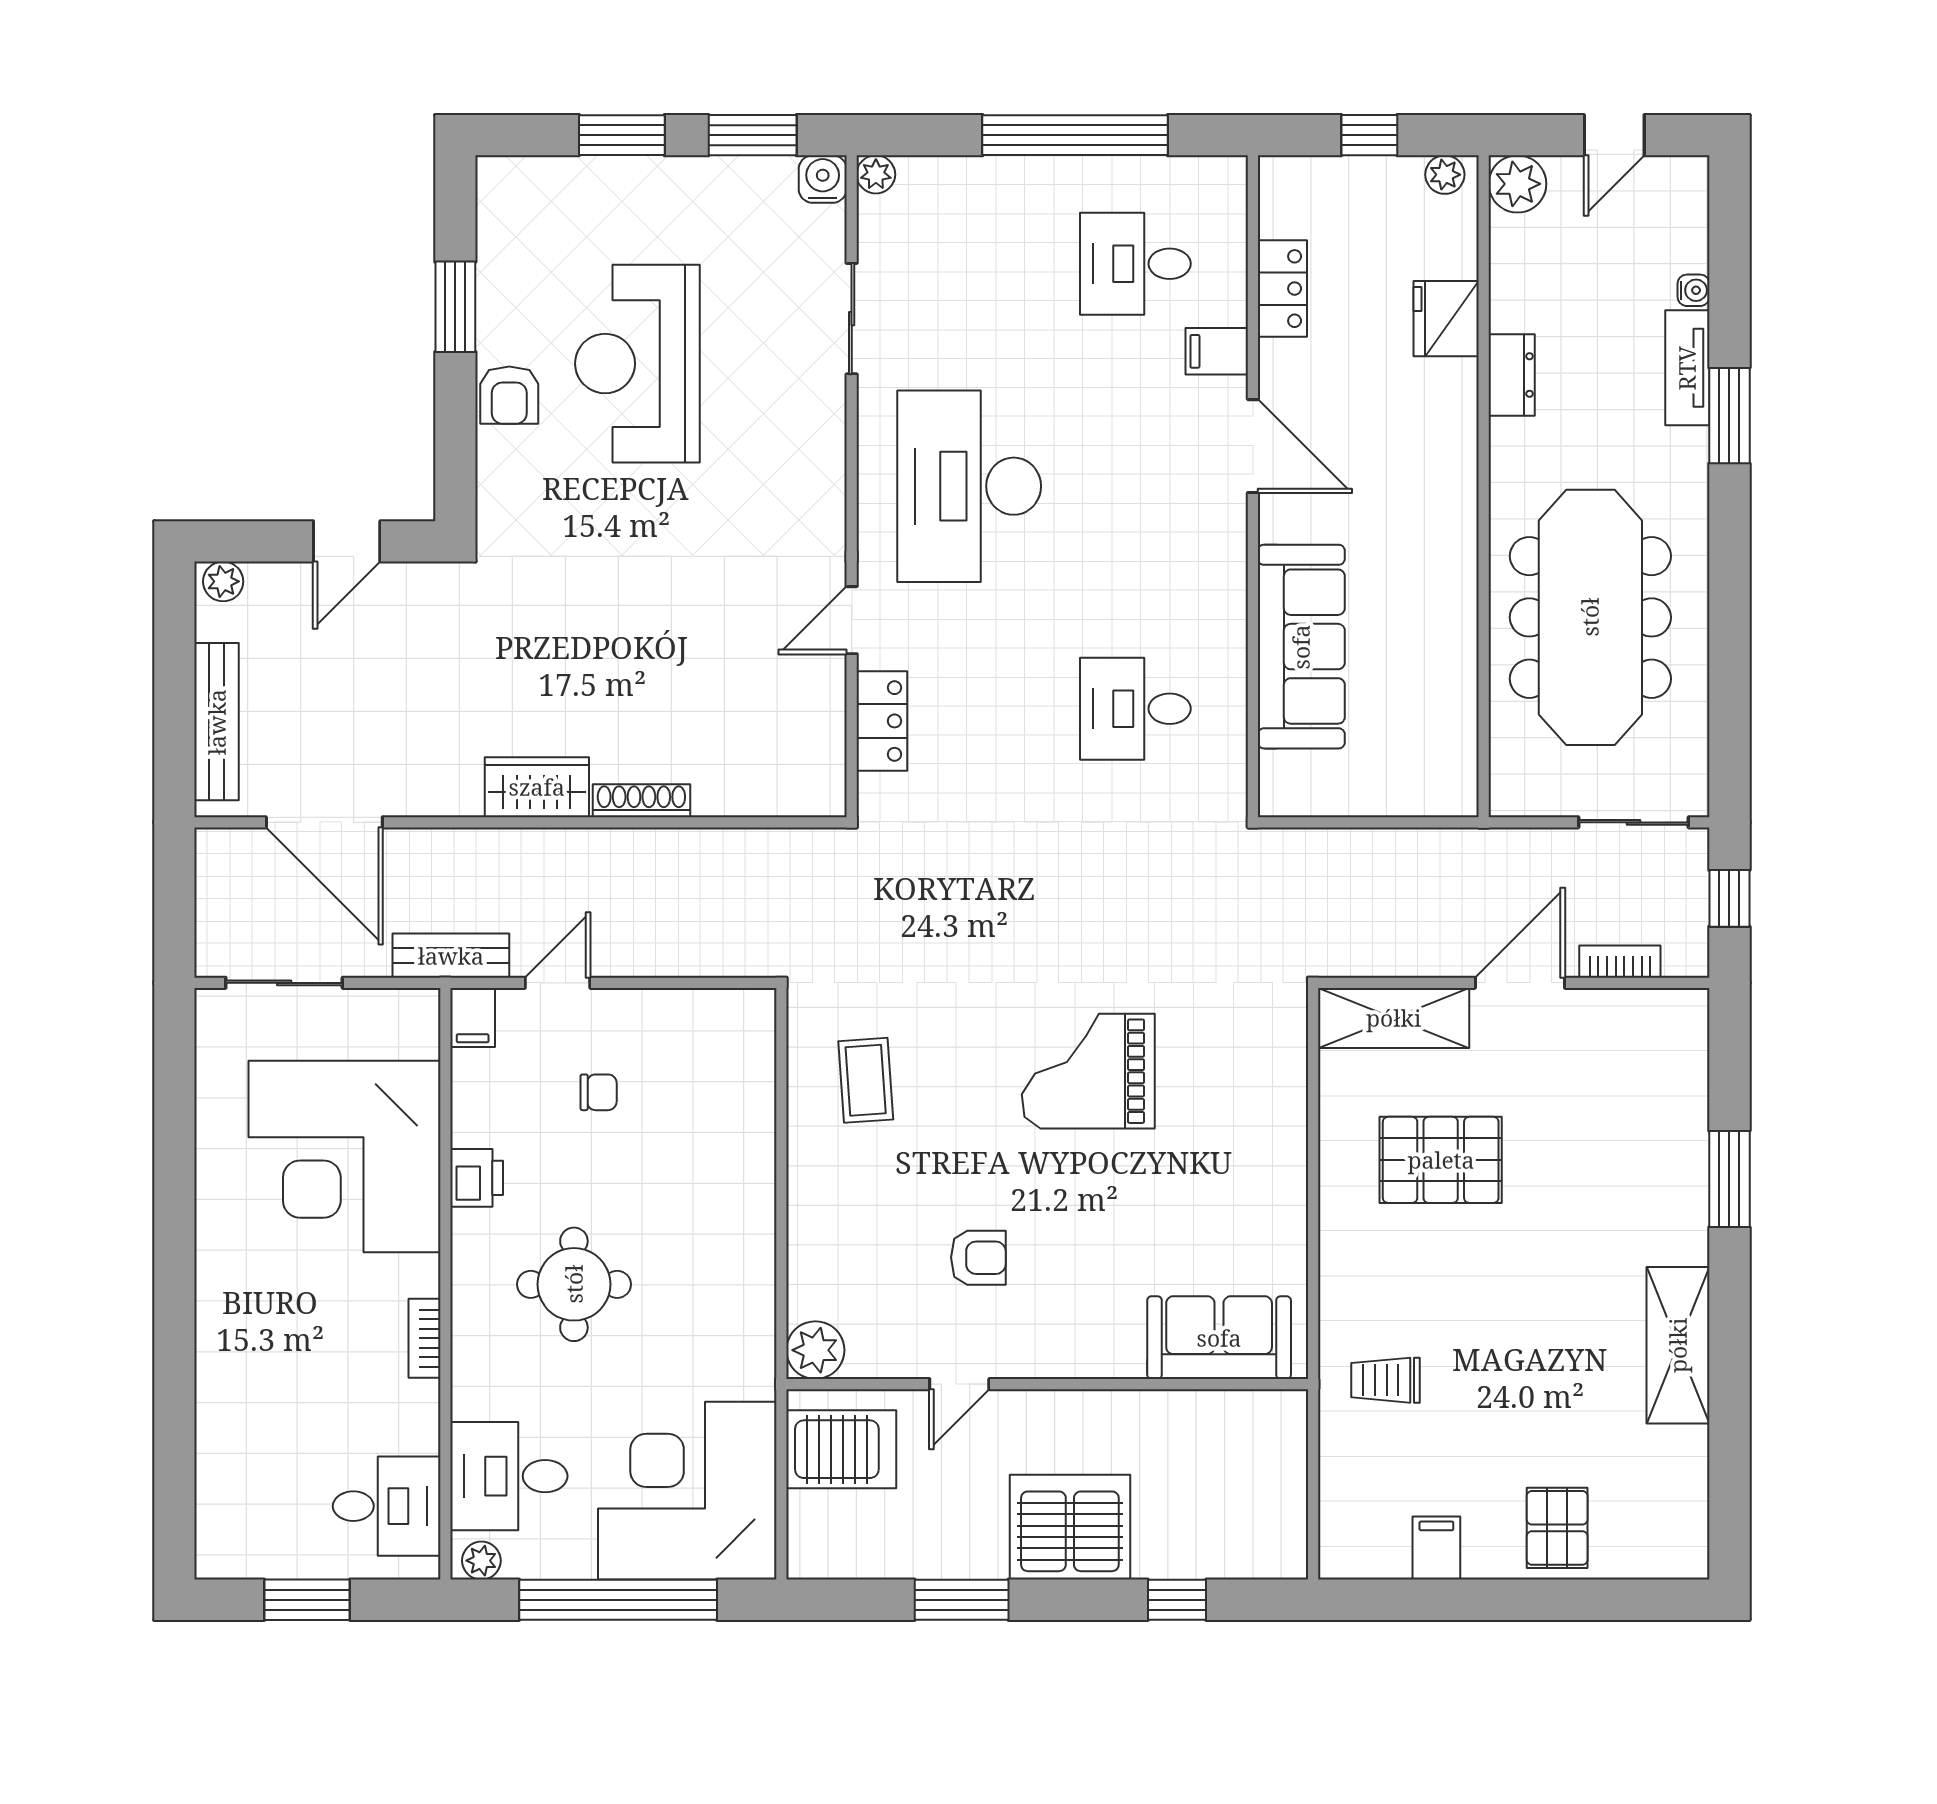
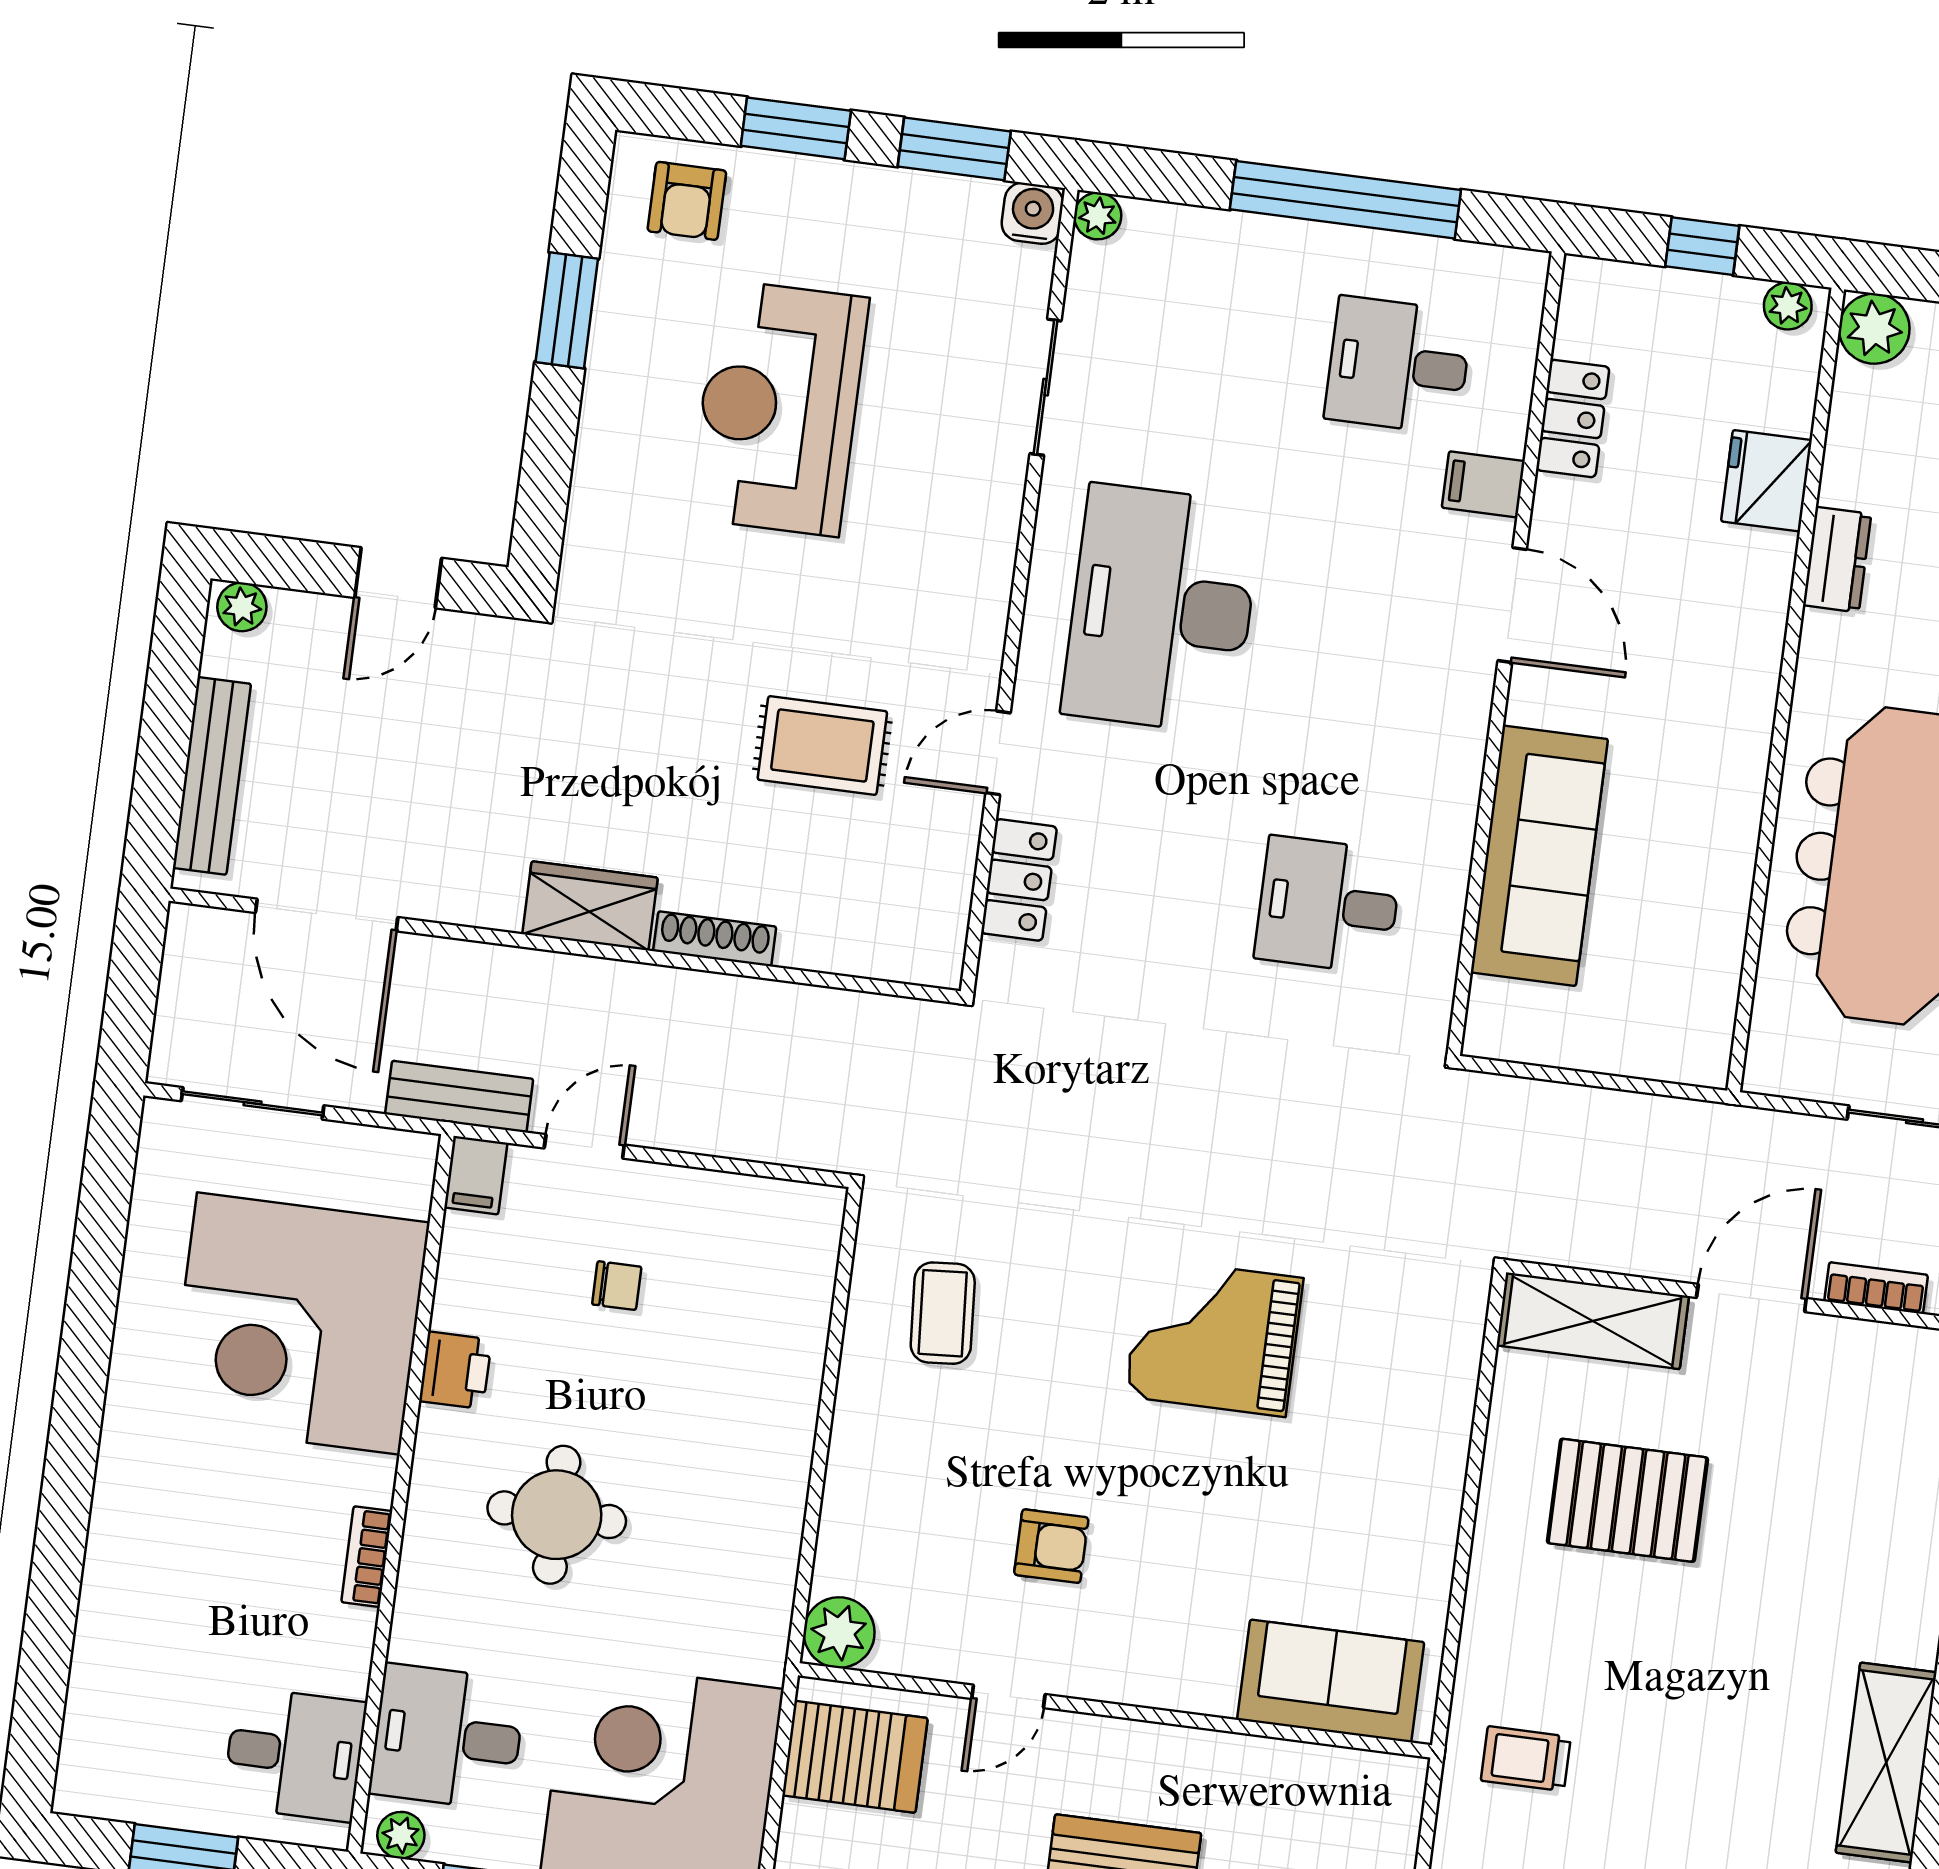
armchair: (509, 395) -> (687, 201), moved
rug: (708, 633) -> (822, 745), added

